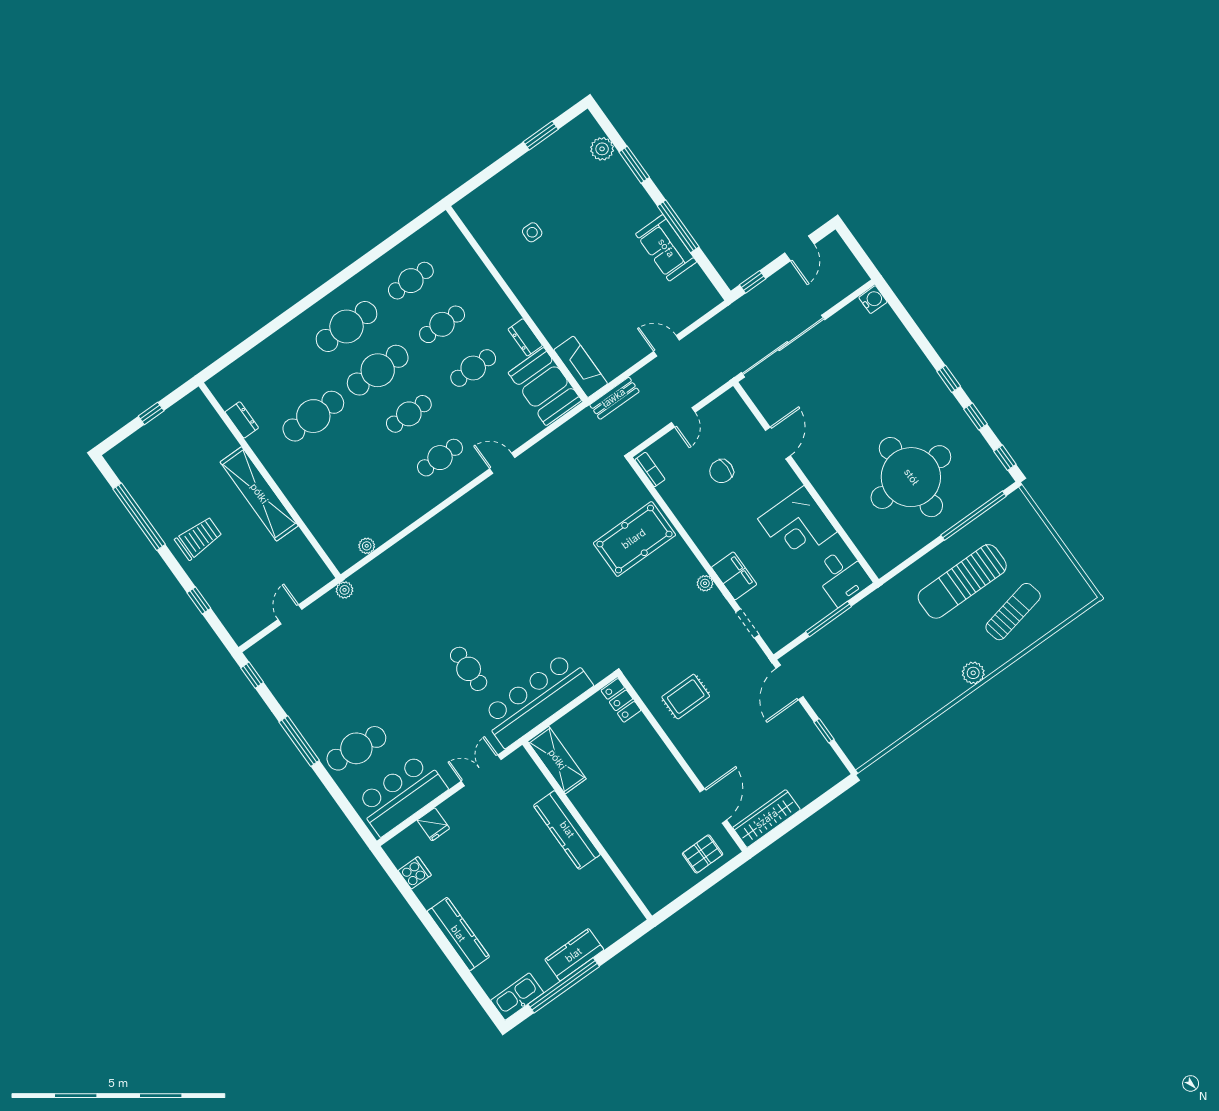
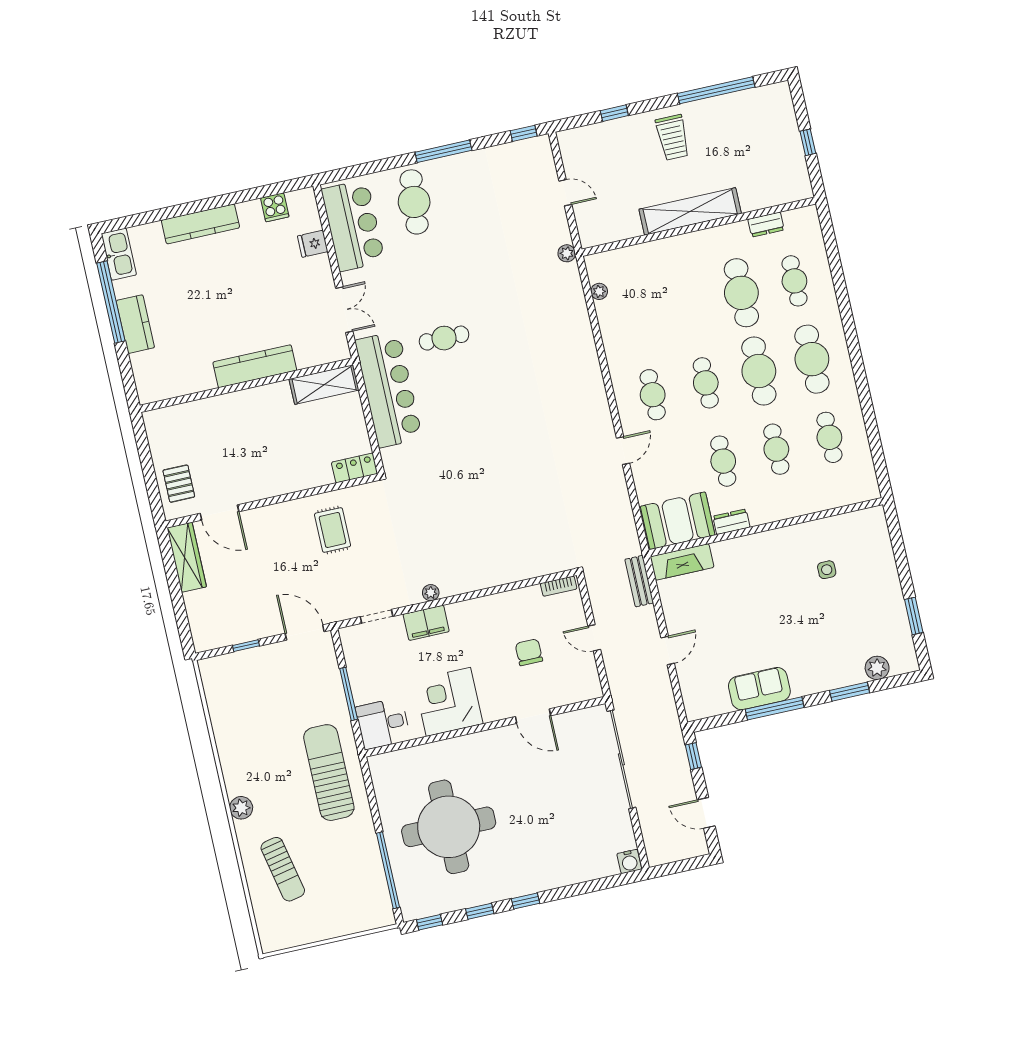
cafe table: (282, 372) -> (794, 281), added
pool table: (634, 539) -> (500, 544), removed
sun lounger: (962, 581) -> (329, 773), moved

